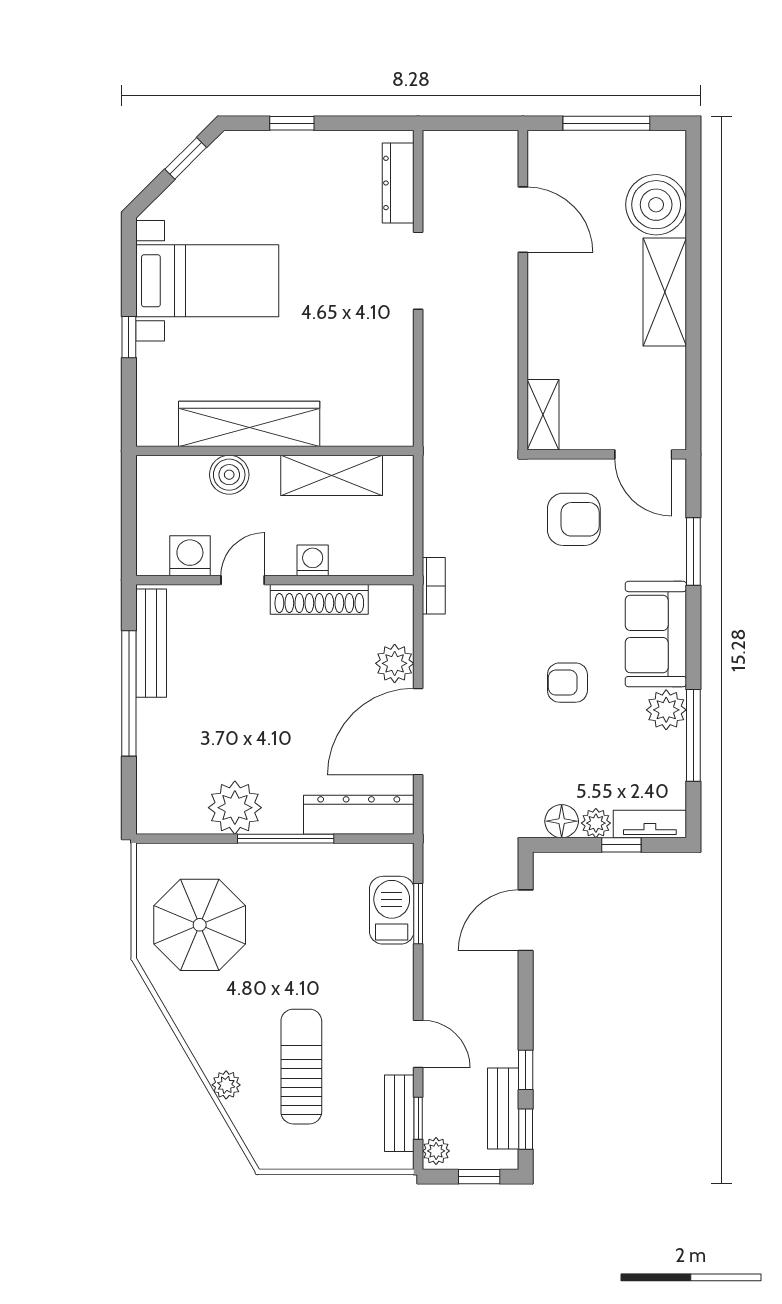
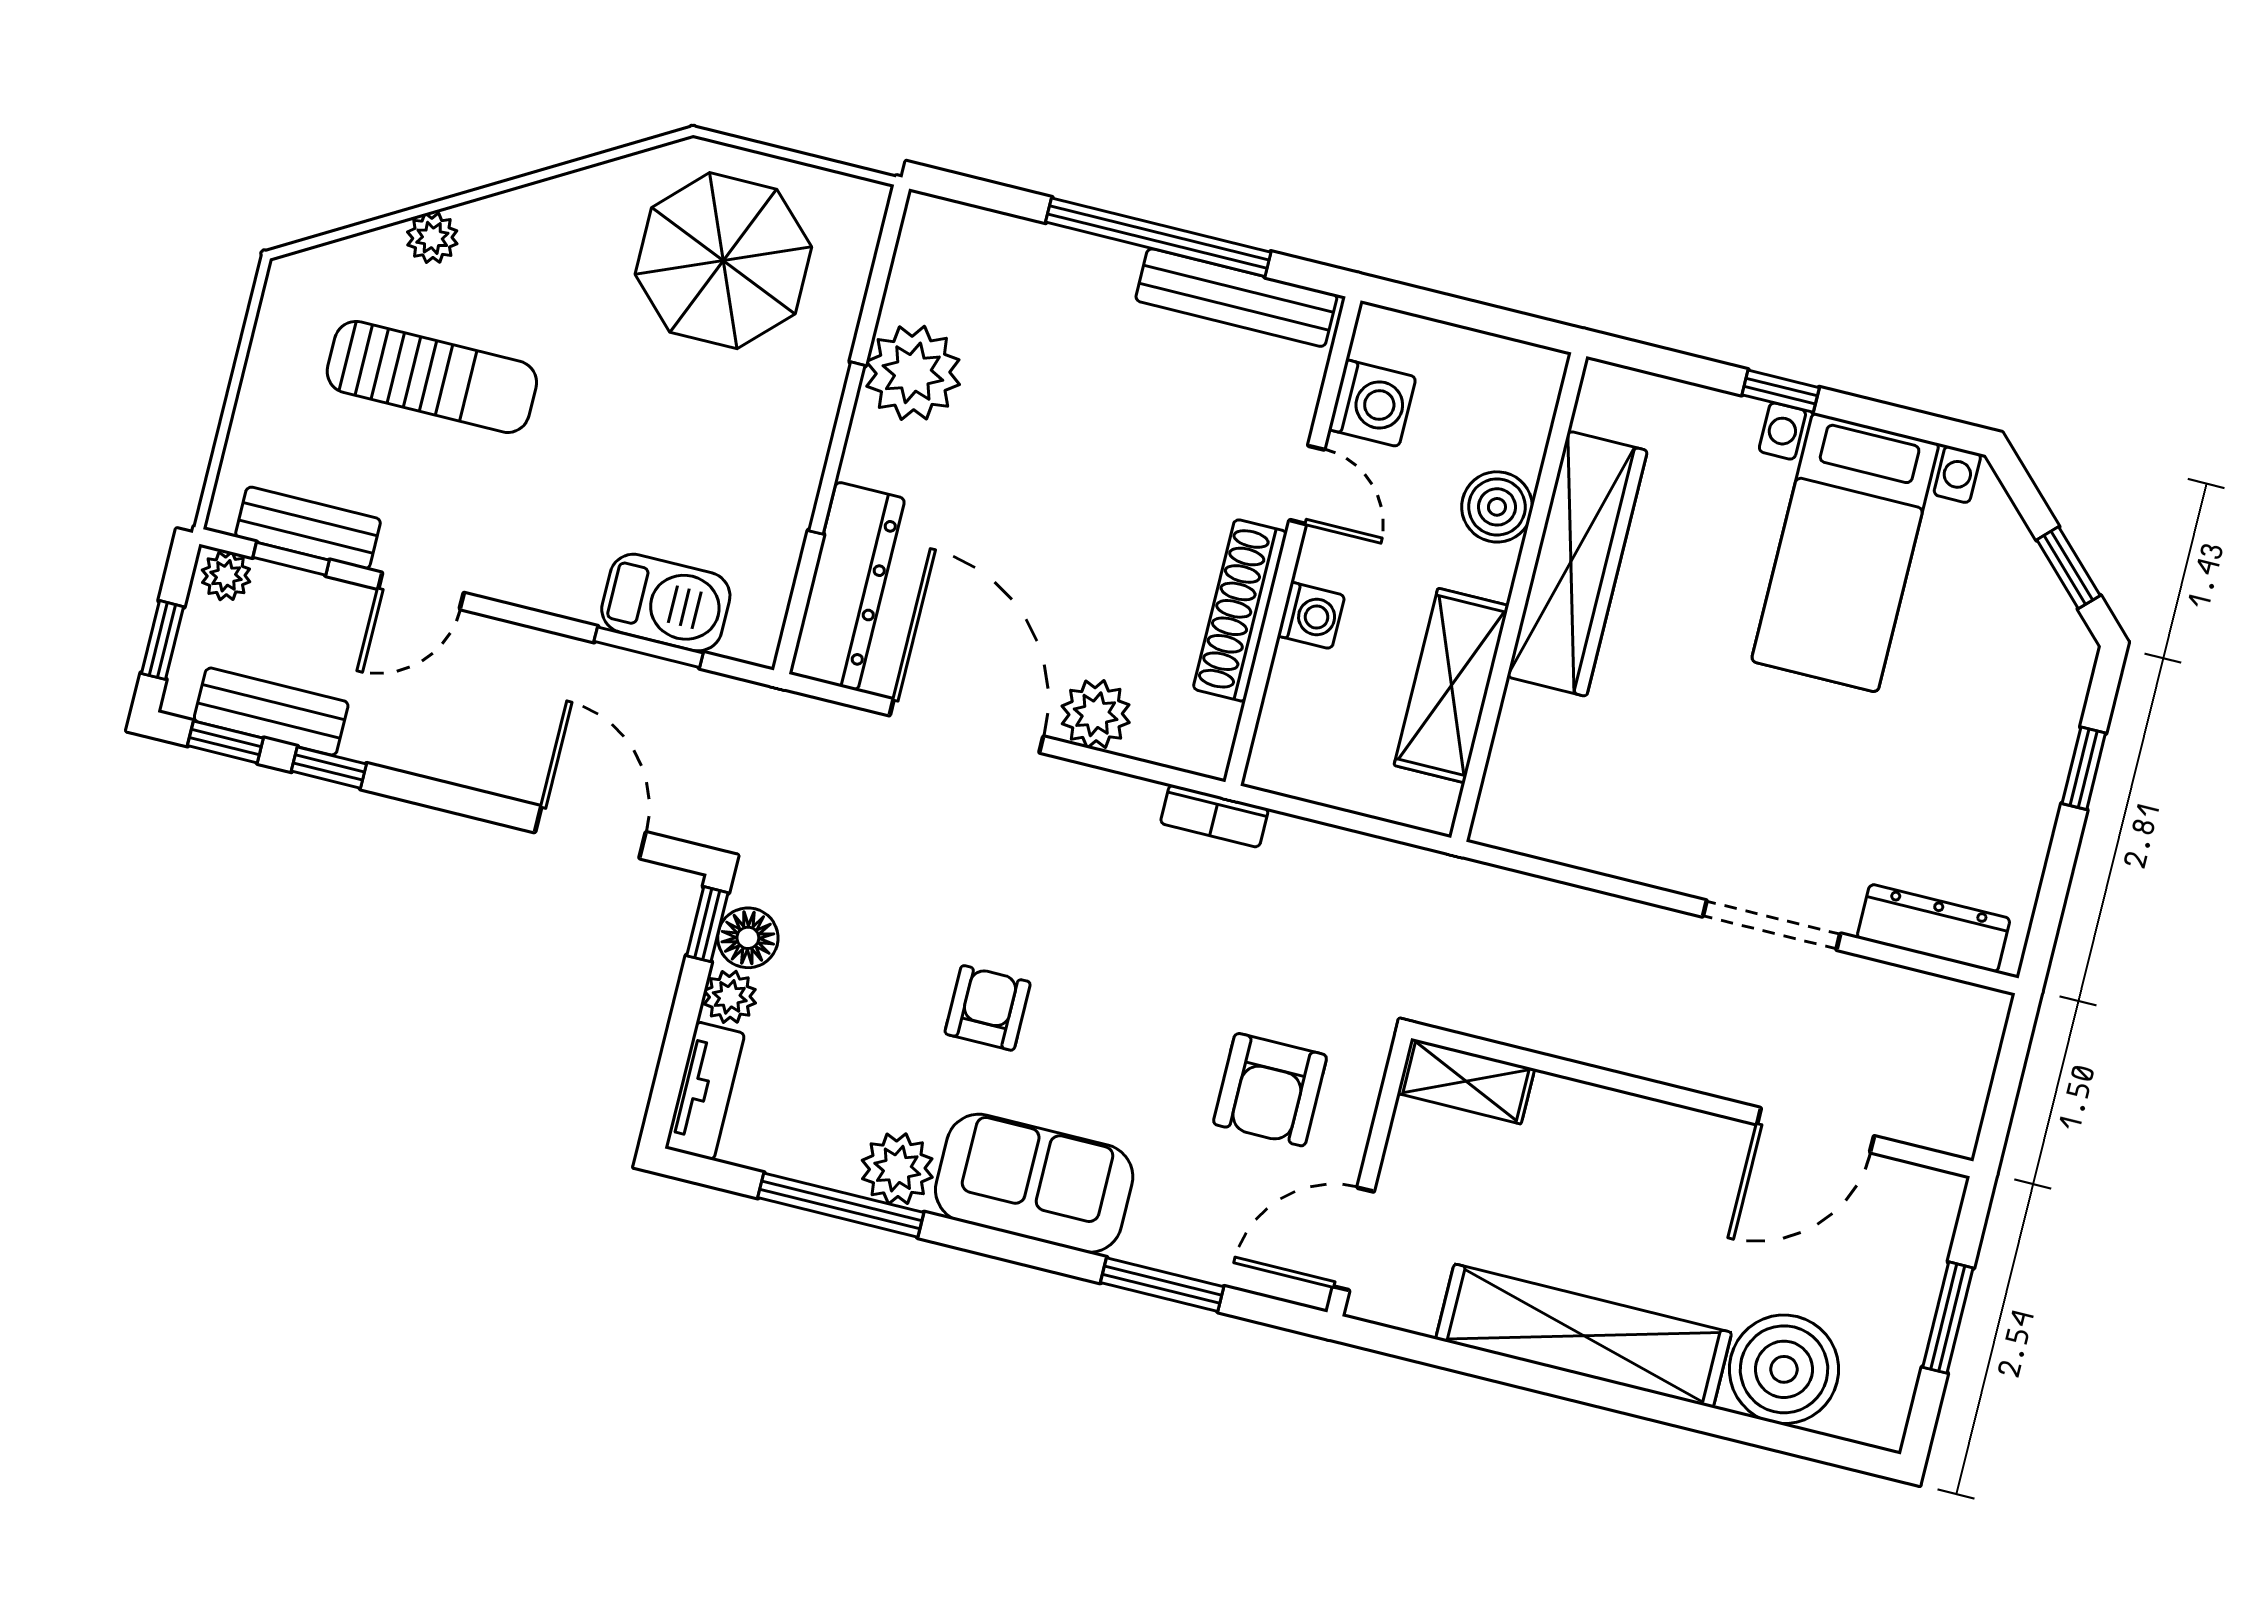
window: (606, 123) -> (1948, 1318), width x0.69
shelving: (665, 292) -> (1584, 1336), width x1.47
window: (621, 845) -> (707, 924), moved

